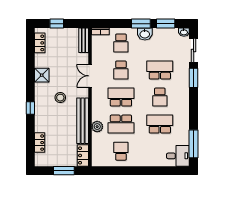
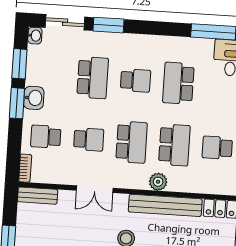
school desk: (121, 43) -> (46, 137), turned 180
school desk: (160, 70) -> (93, 78), turned 180
school desk: (121, 97) -> (132, 142), turned 180
plant: (97, 127) -> (158, 182), moved

